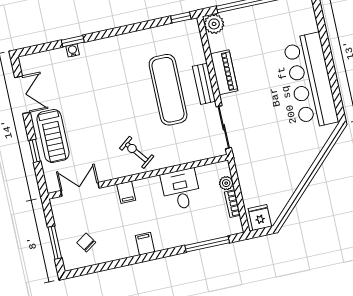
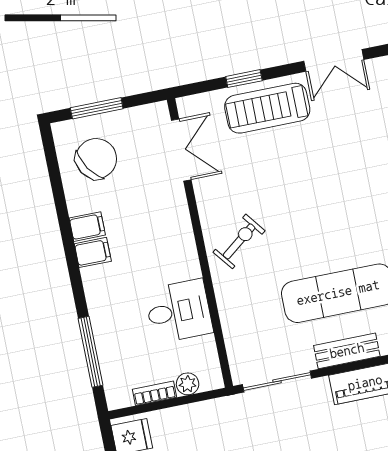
filing cabinet: (126, 192) -> (87, 227), moved, turned 180
chair: (86, 242) -> (96, 159), width x1.87, depth x1.87

